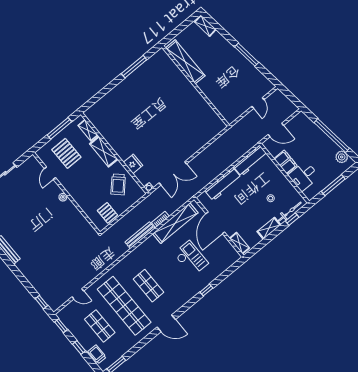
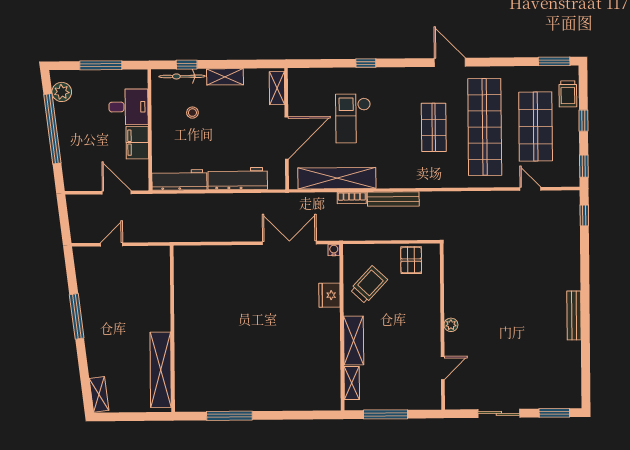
pallet: (66, 153) -> (402, 376), removed
shop shelf: (100, 326) -> (536, 126), width x1.43, depth x1.36

